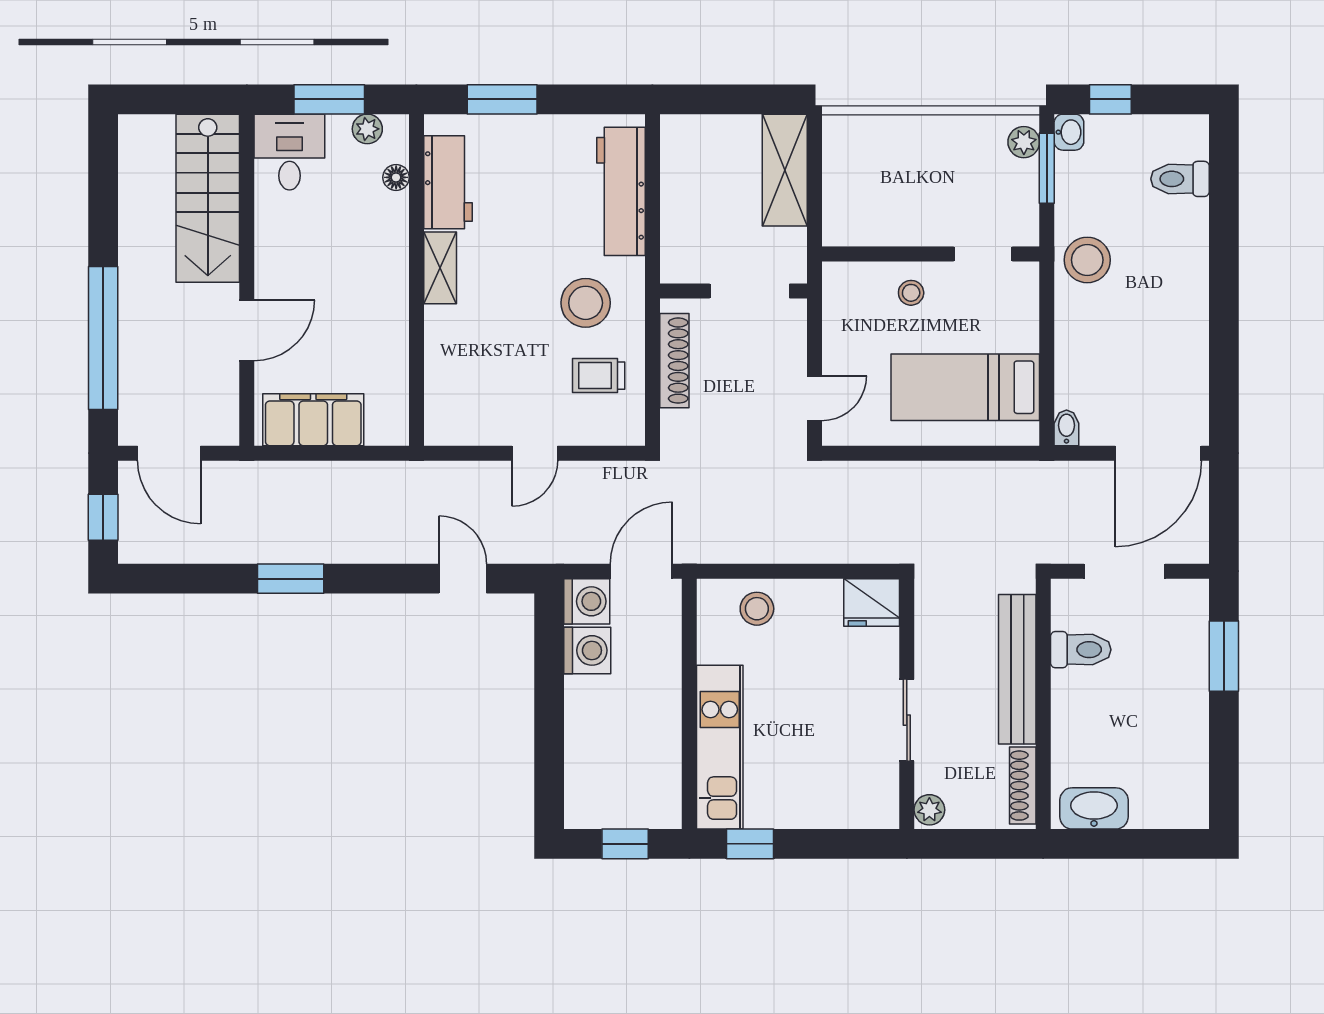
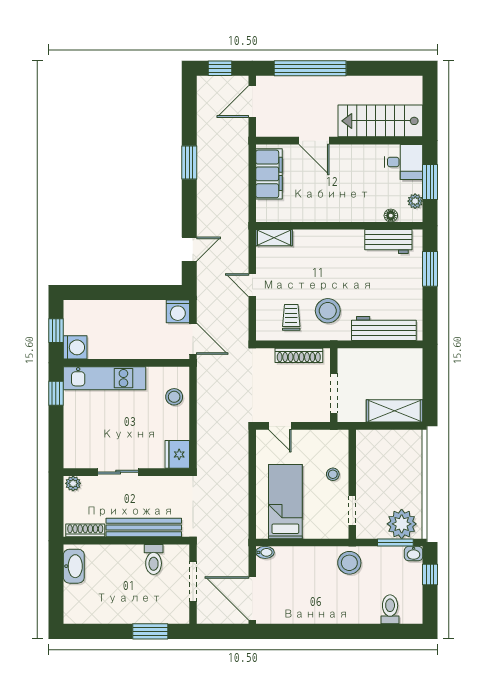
plant: (1024, 142) -> (402, 524), width x1.88, depth x1.88
shelving: (440, 268) -> (274, 238), moved
washing machine: (587, 650) -> (75, 347), moved, turned -90

